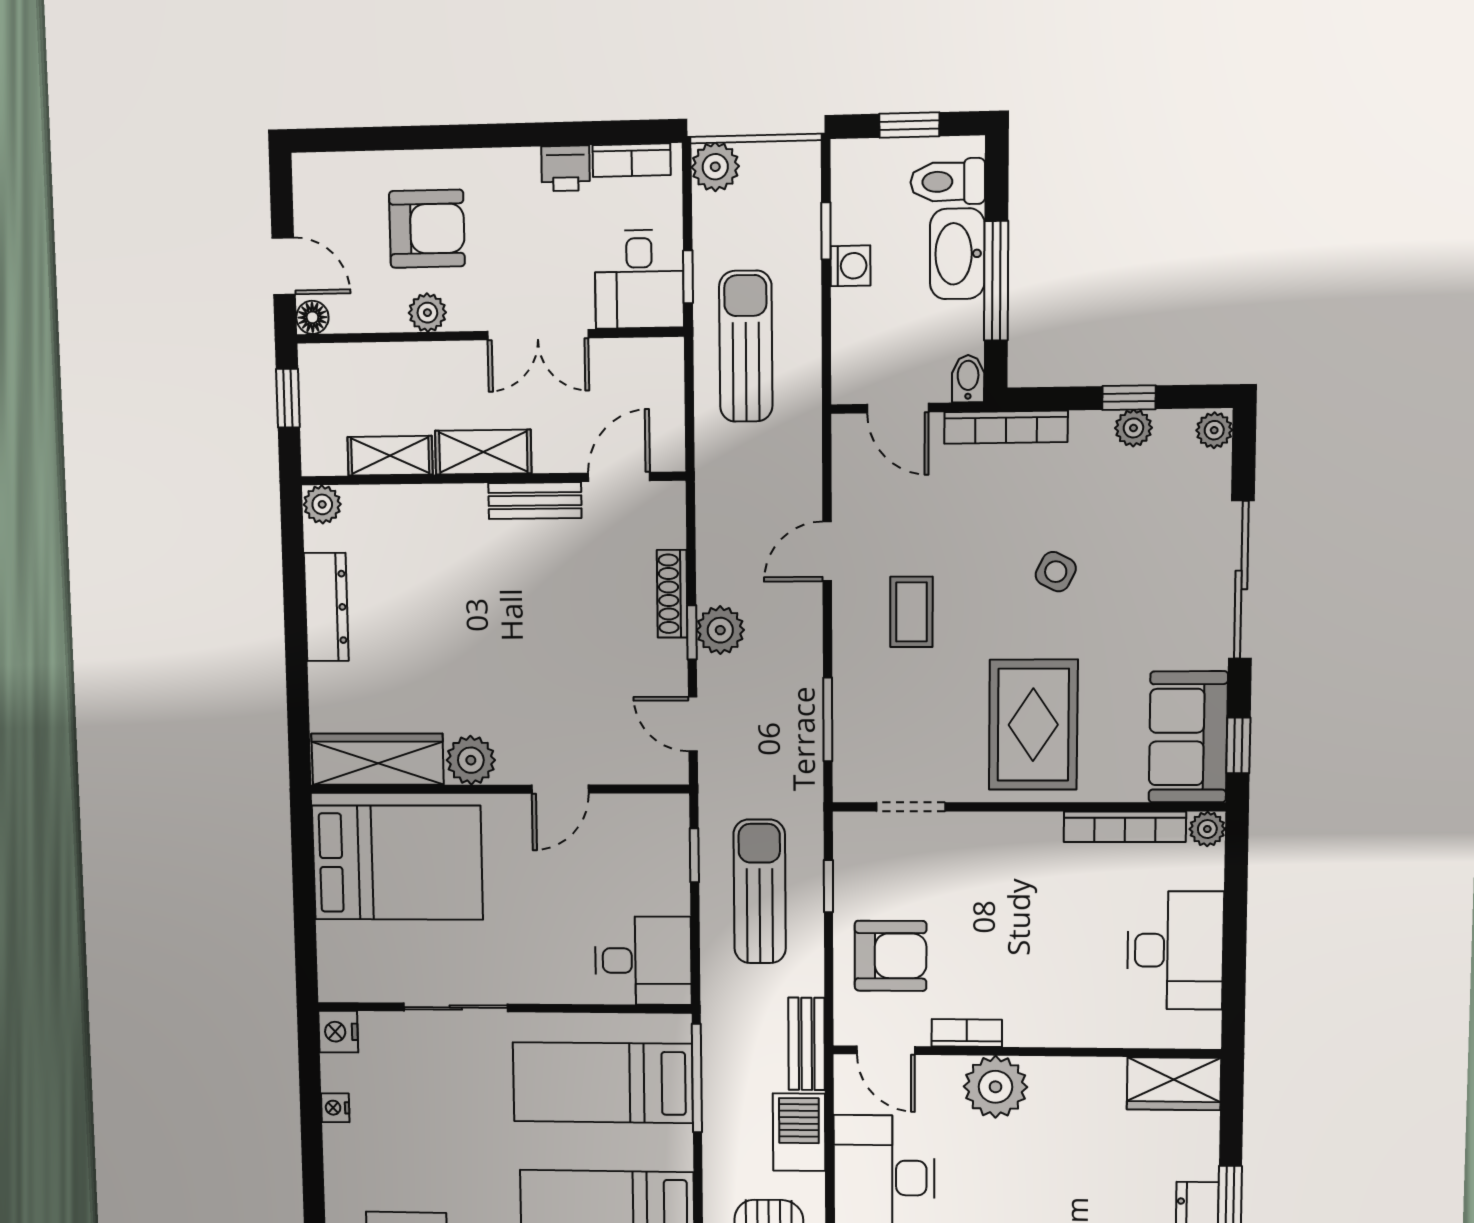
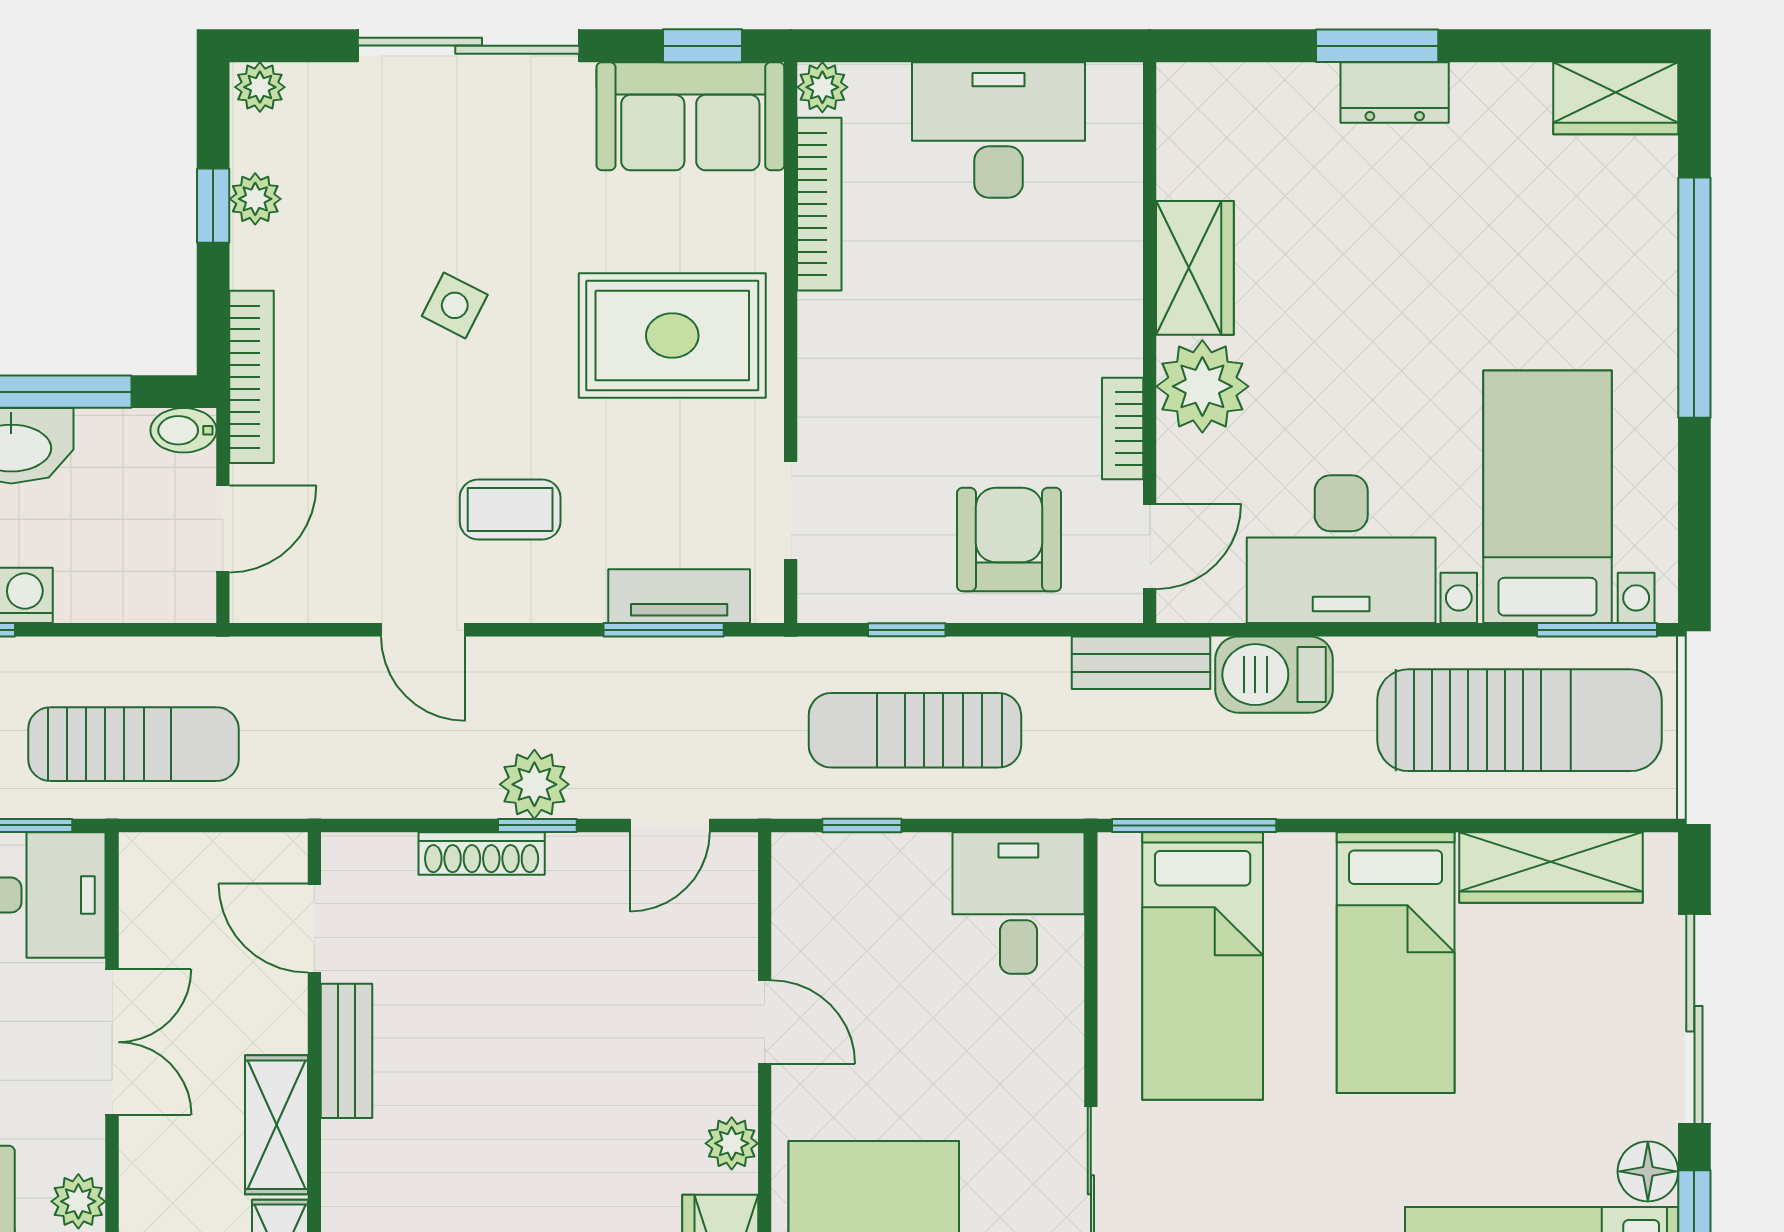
sun lounger: (746, 346) -> (133, 744), turned 180
tv unit: (851, 730) -> (679, 596), added
plant: (471, 760) -> (732, 1143), width x0.73, depth x0.73
wardrobe: (1174, 1084) -> (1195, 268), moved

